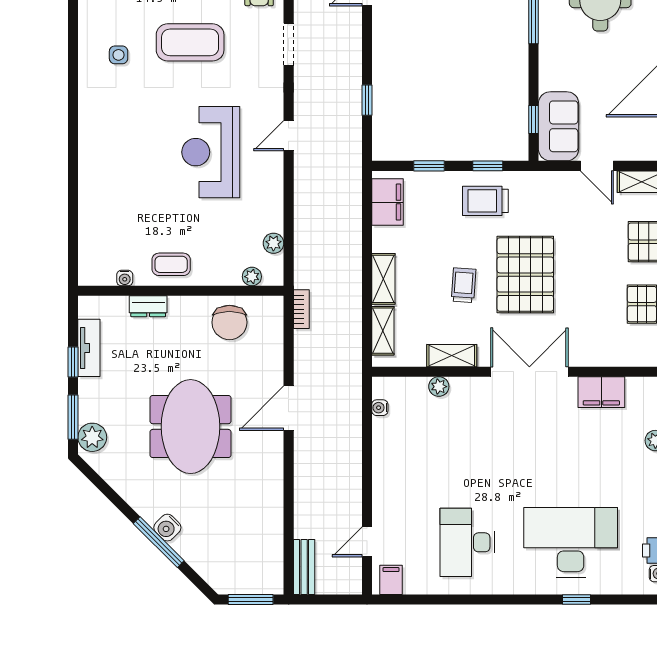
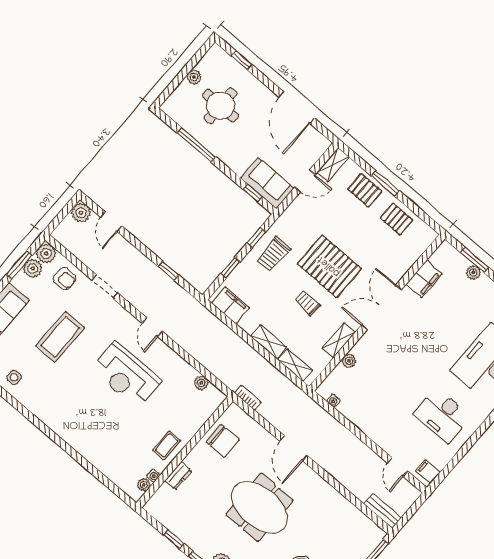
side table: (119, 55) -> (14, 377), moved
plant: (252, 277) -> (144, 485), moved
tv unit: (89, 348) -> (174, 525), removed

